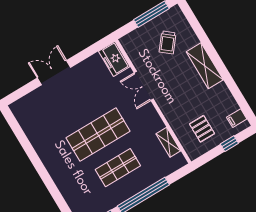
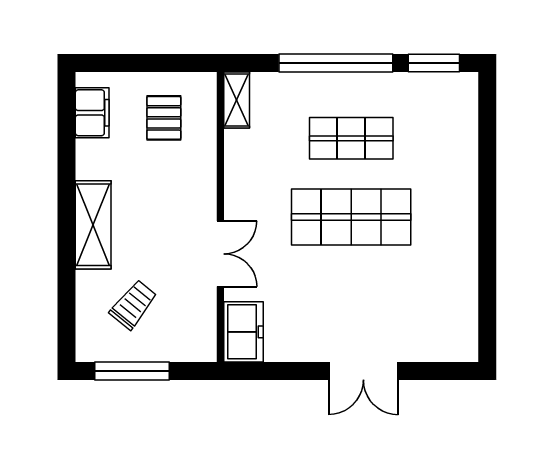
filing cabinet: (237, 118) -> (92, 113), width x2.00
shelving: (168, 142) -> (237, 100), moved
window: (229, 144) -> (132, 63), removed

